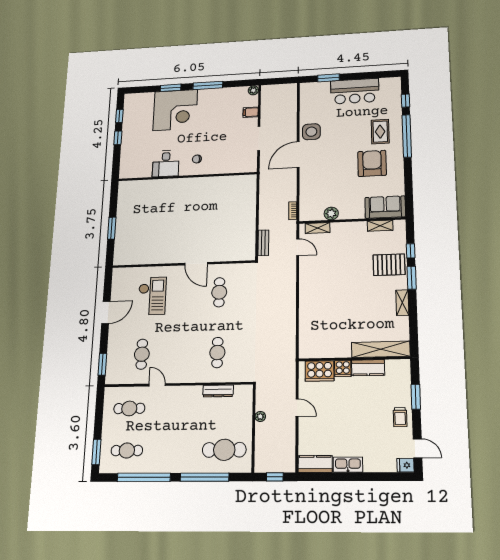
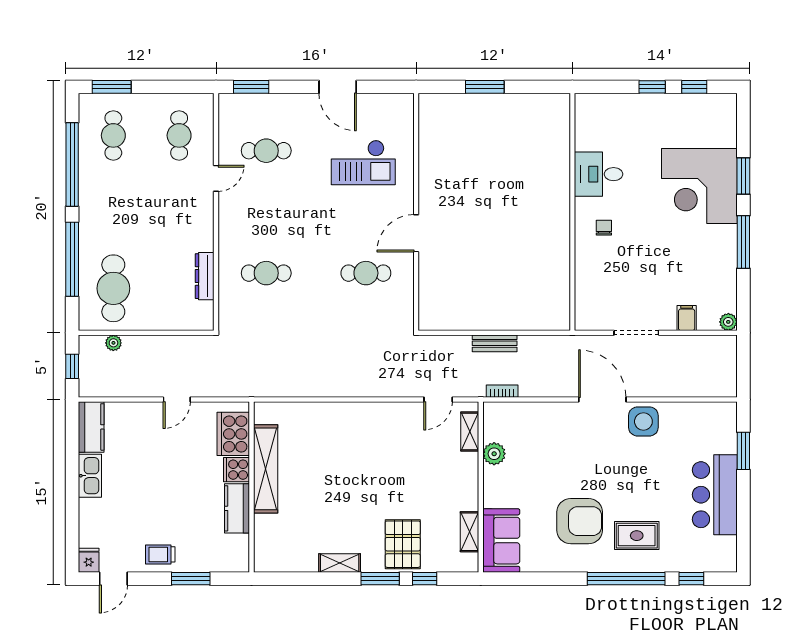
bench: (263, 243) -> (495, 343), moved
shelving: (381, 349) -> (266, 469), moved
plant: (260, 416) -> (113, 343), moved

